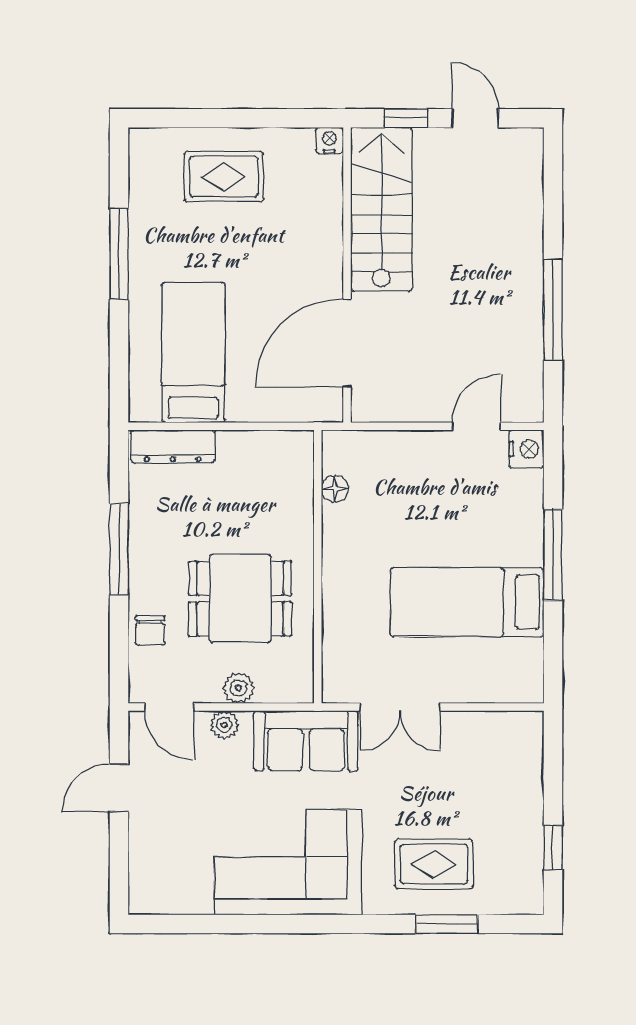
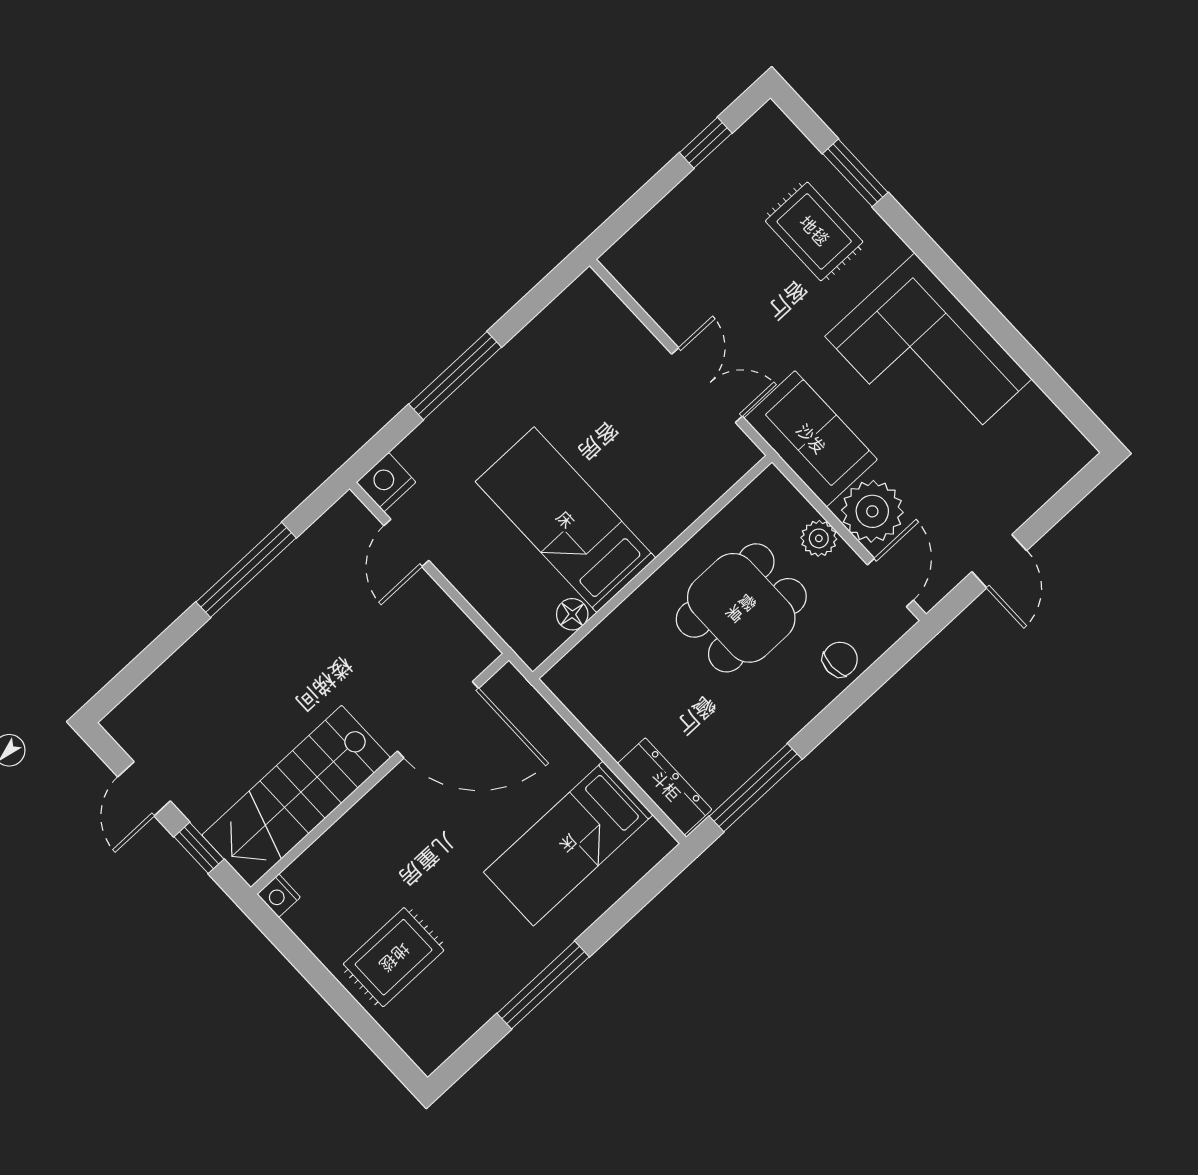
rug: (224, 177) -> (394, 957), turned 90
door: (476, 426) -> (406, 543), hinge flipped
window: (119, 549) -> (756, 788), moved
dining table: (240, 599) -> (741, 608), turned 90
bed: (467, 602) -> (565, 520), moved, turned 180
plant: (224, 725) -> (872, 511), width x1.88, depth x1.88
door: (119, 788) -> (999, 561), hinge flipped

